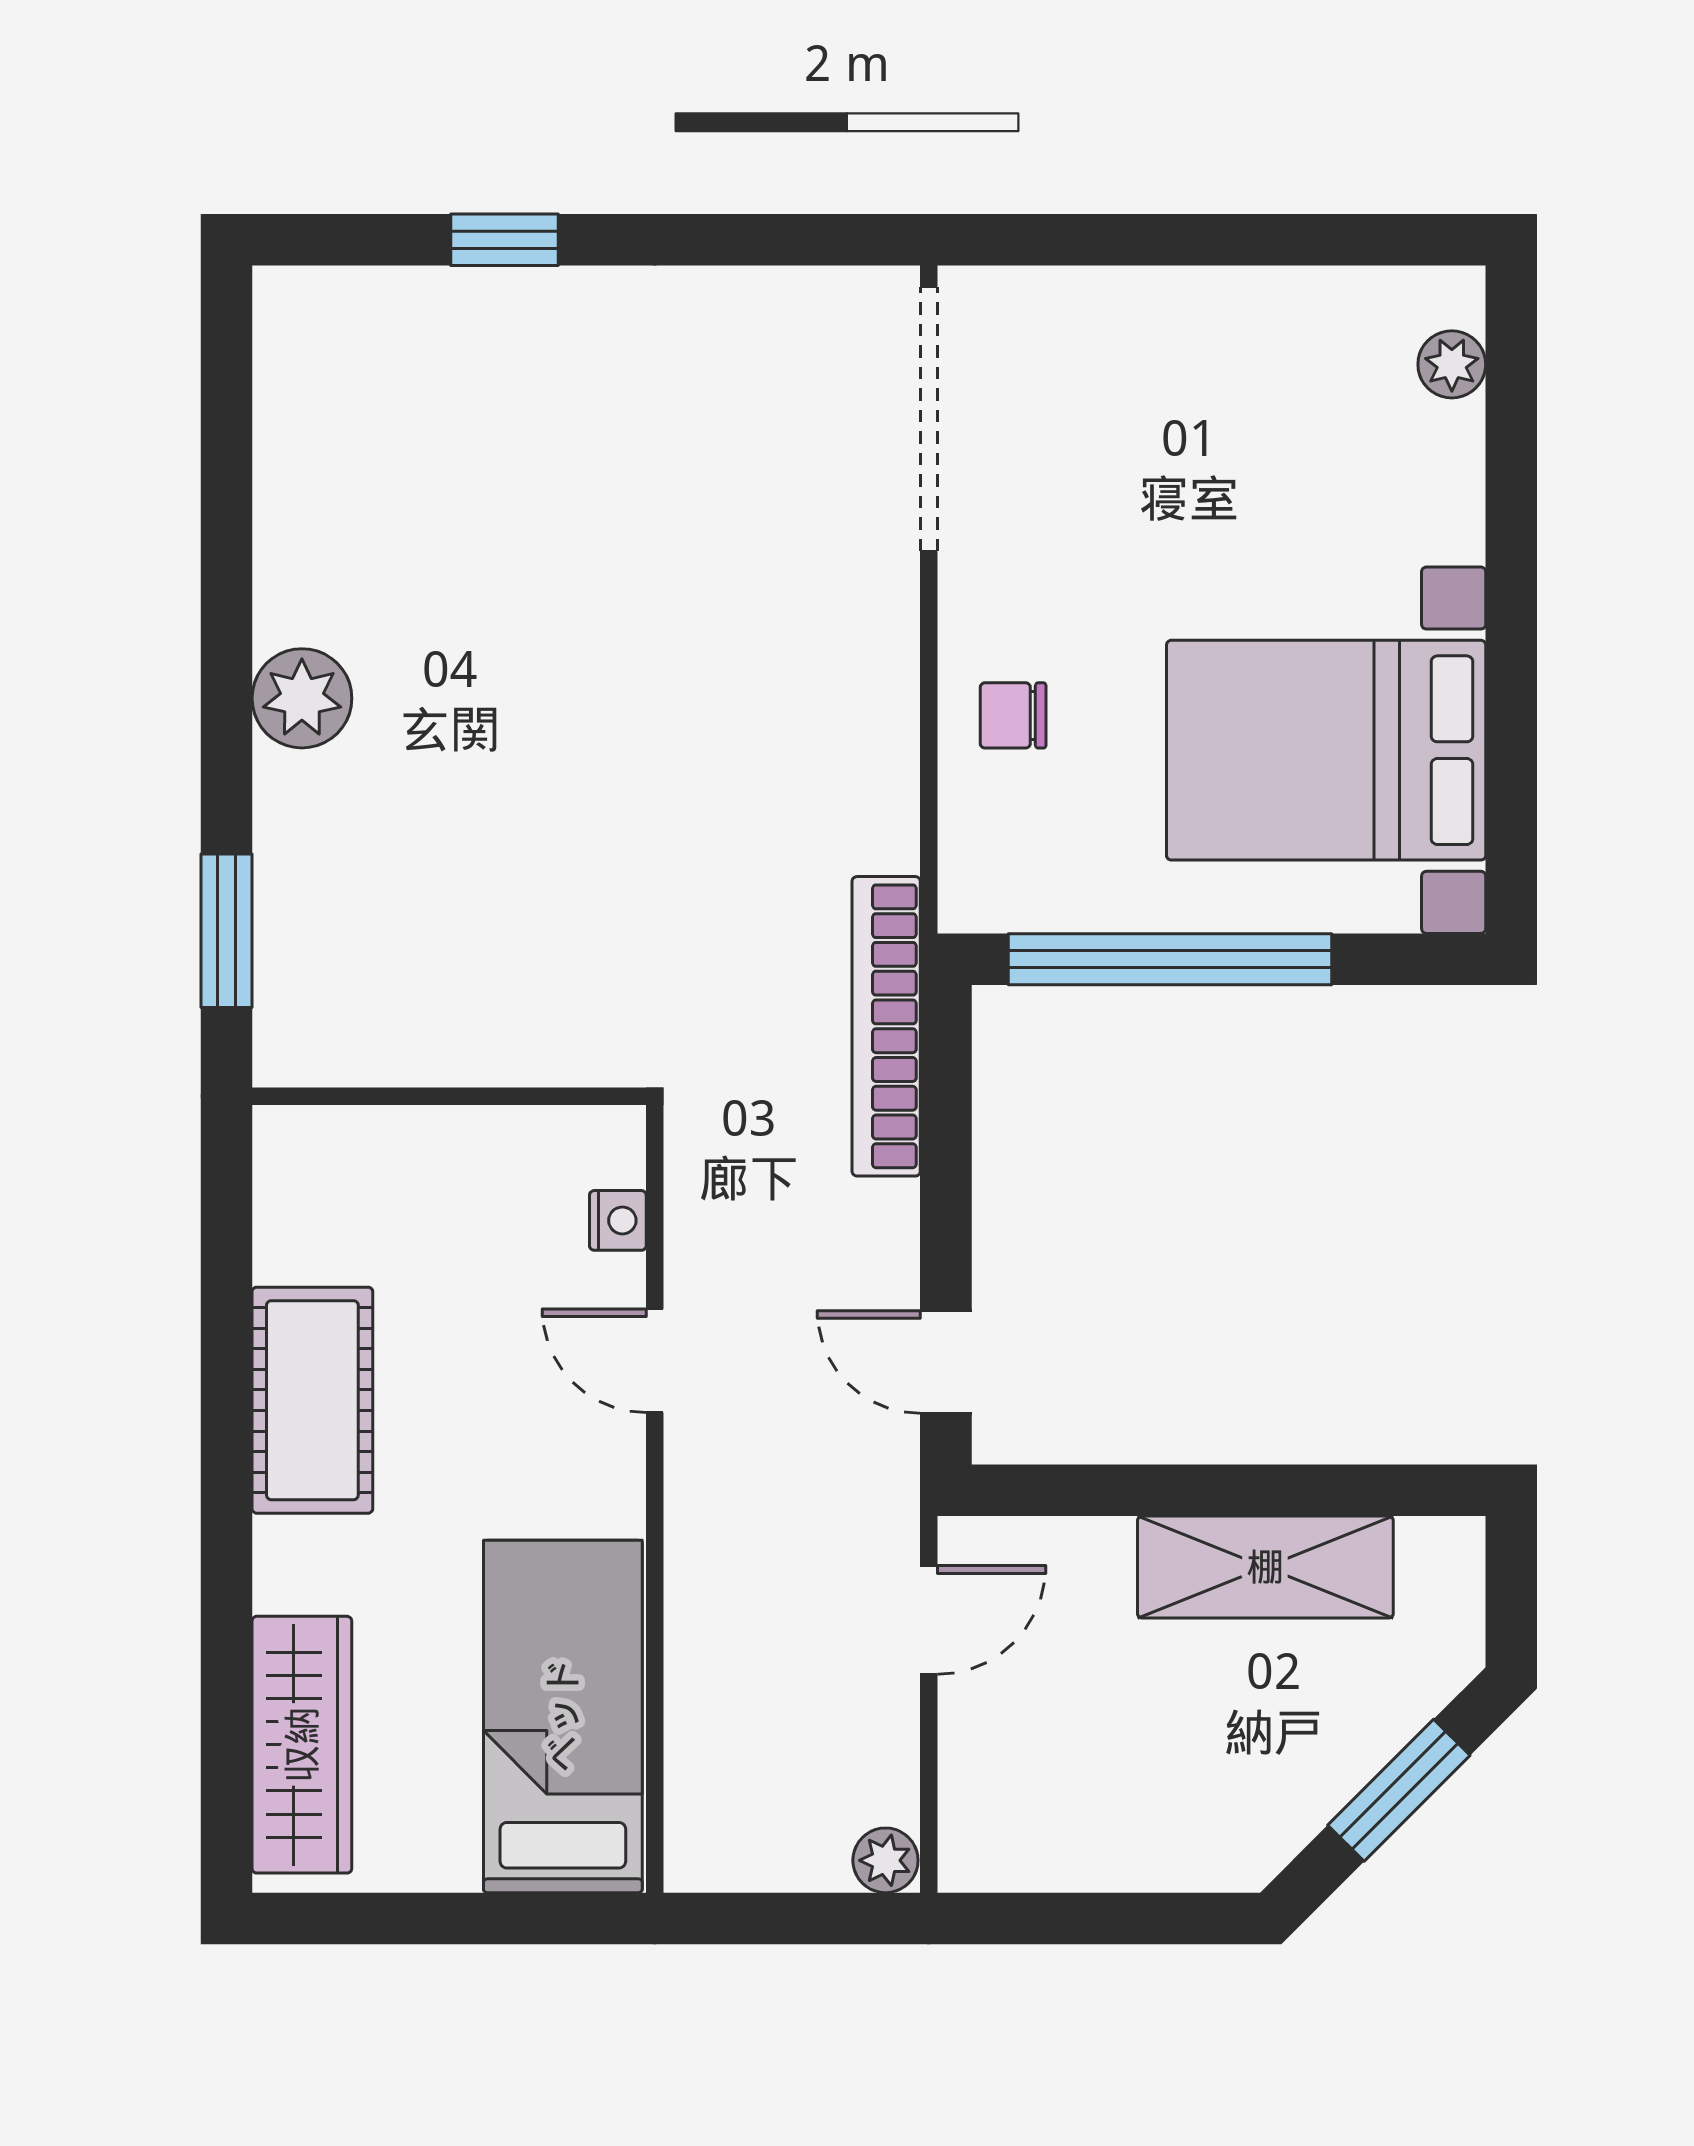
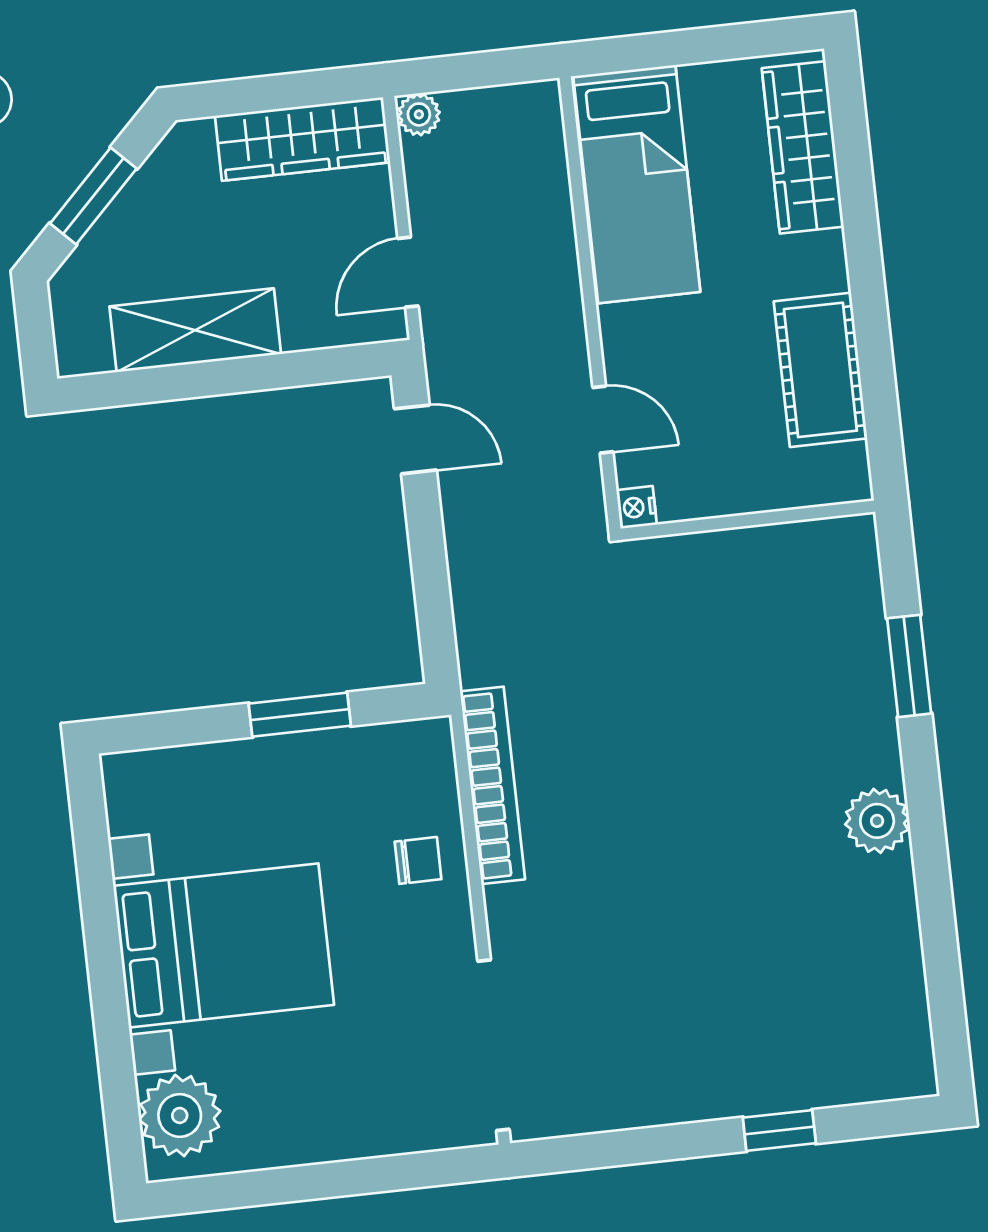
plant: (1452, 364) -> (180, 1115), width x1.87, depth x1.87
bed with nightstands: (1326, 750) -> (224, 945), moved
window: (1170, 959) -> (300, 715), width x0.47
bookcase: (886, 1026) -> (492, 785), moved
wall: (449, 1096) -> (748, 520), moved
wardrobe: (1068, 1842) -> (303, 139), added

